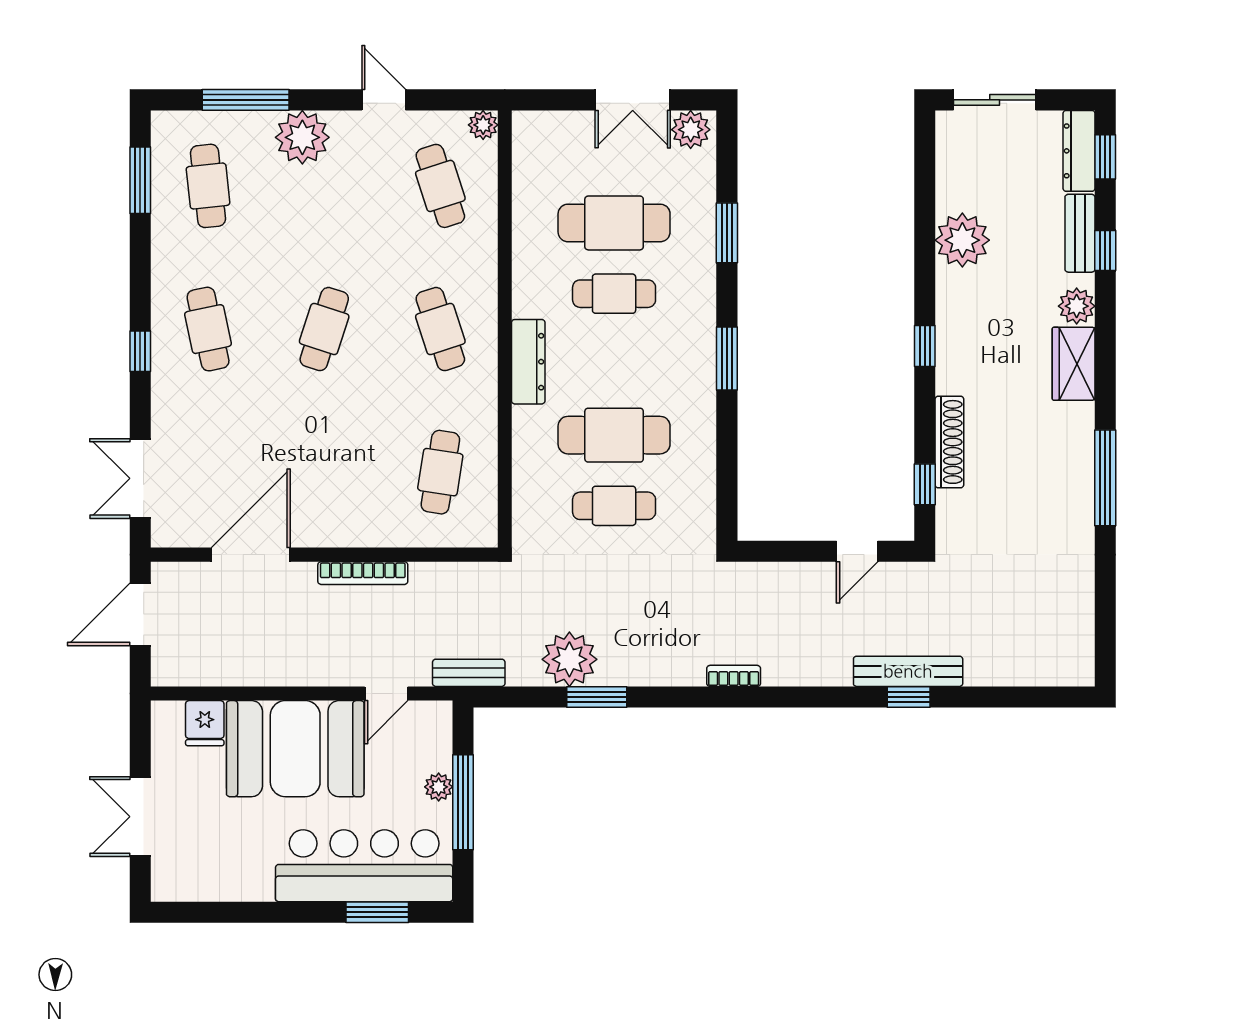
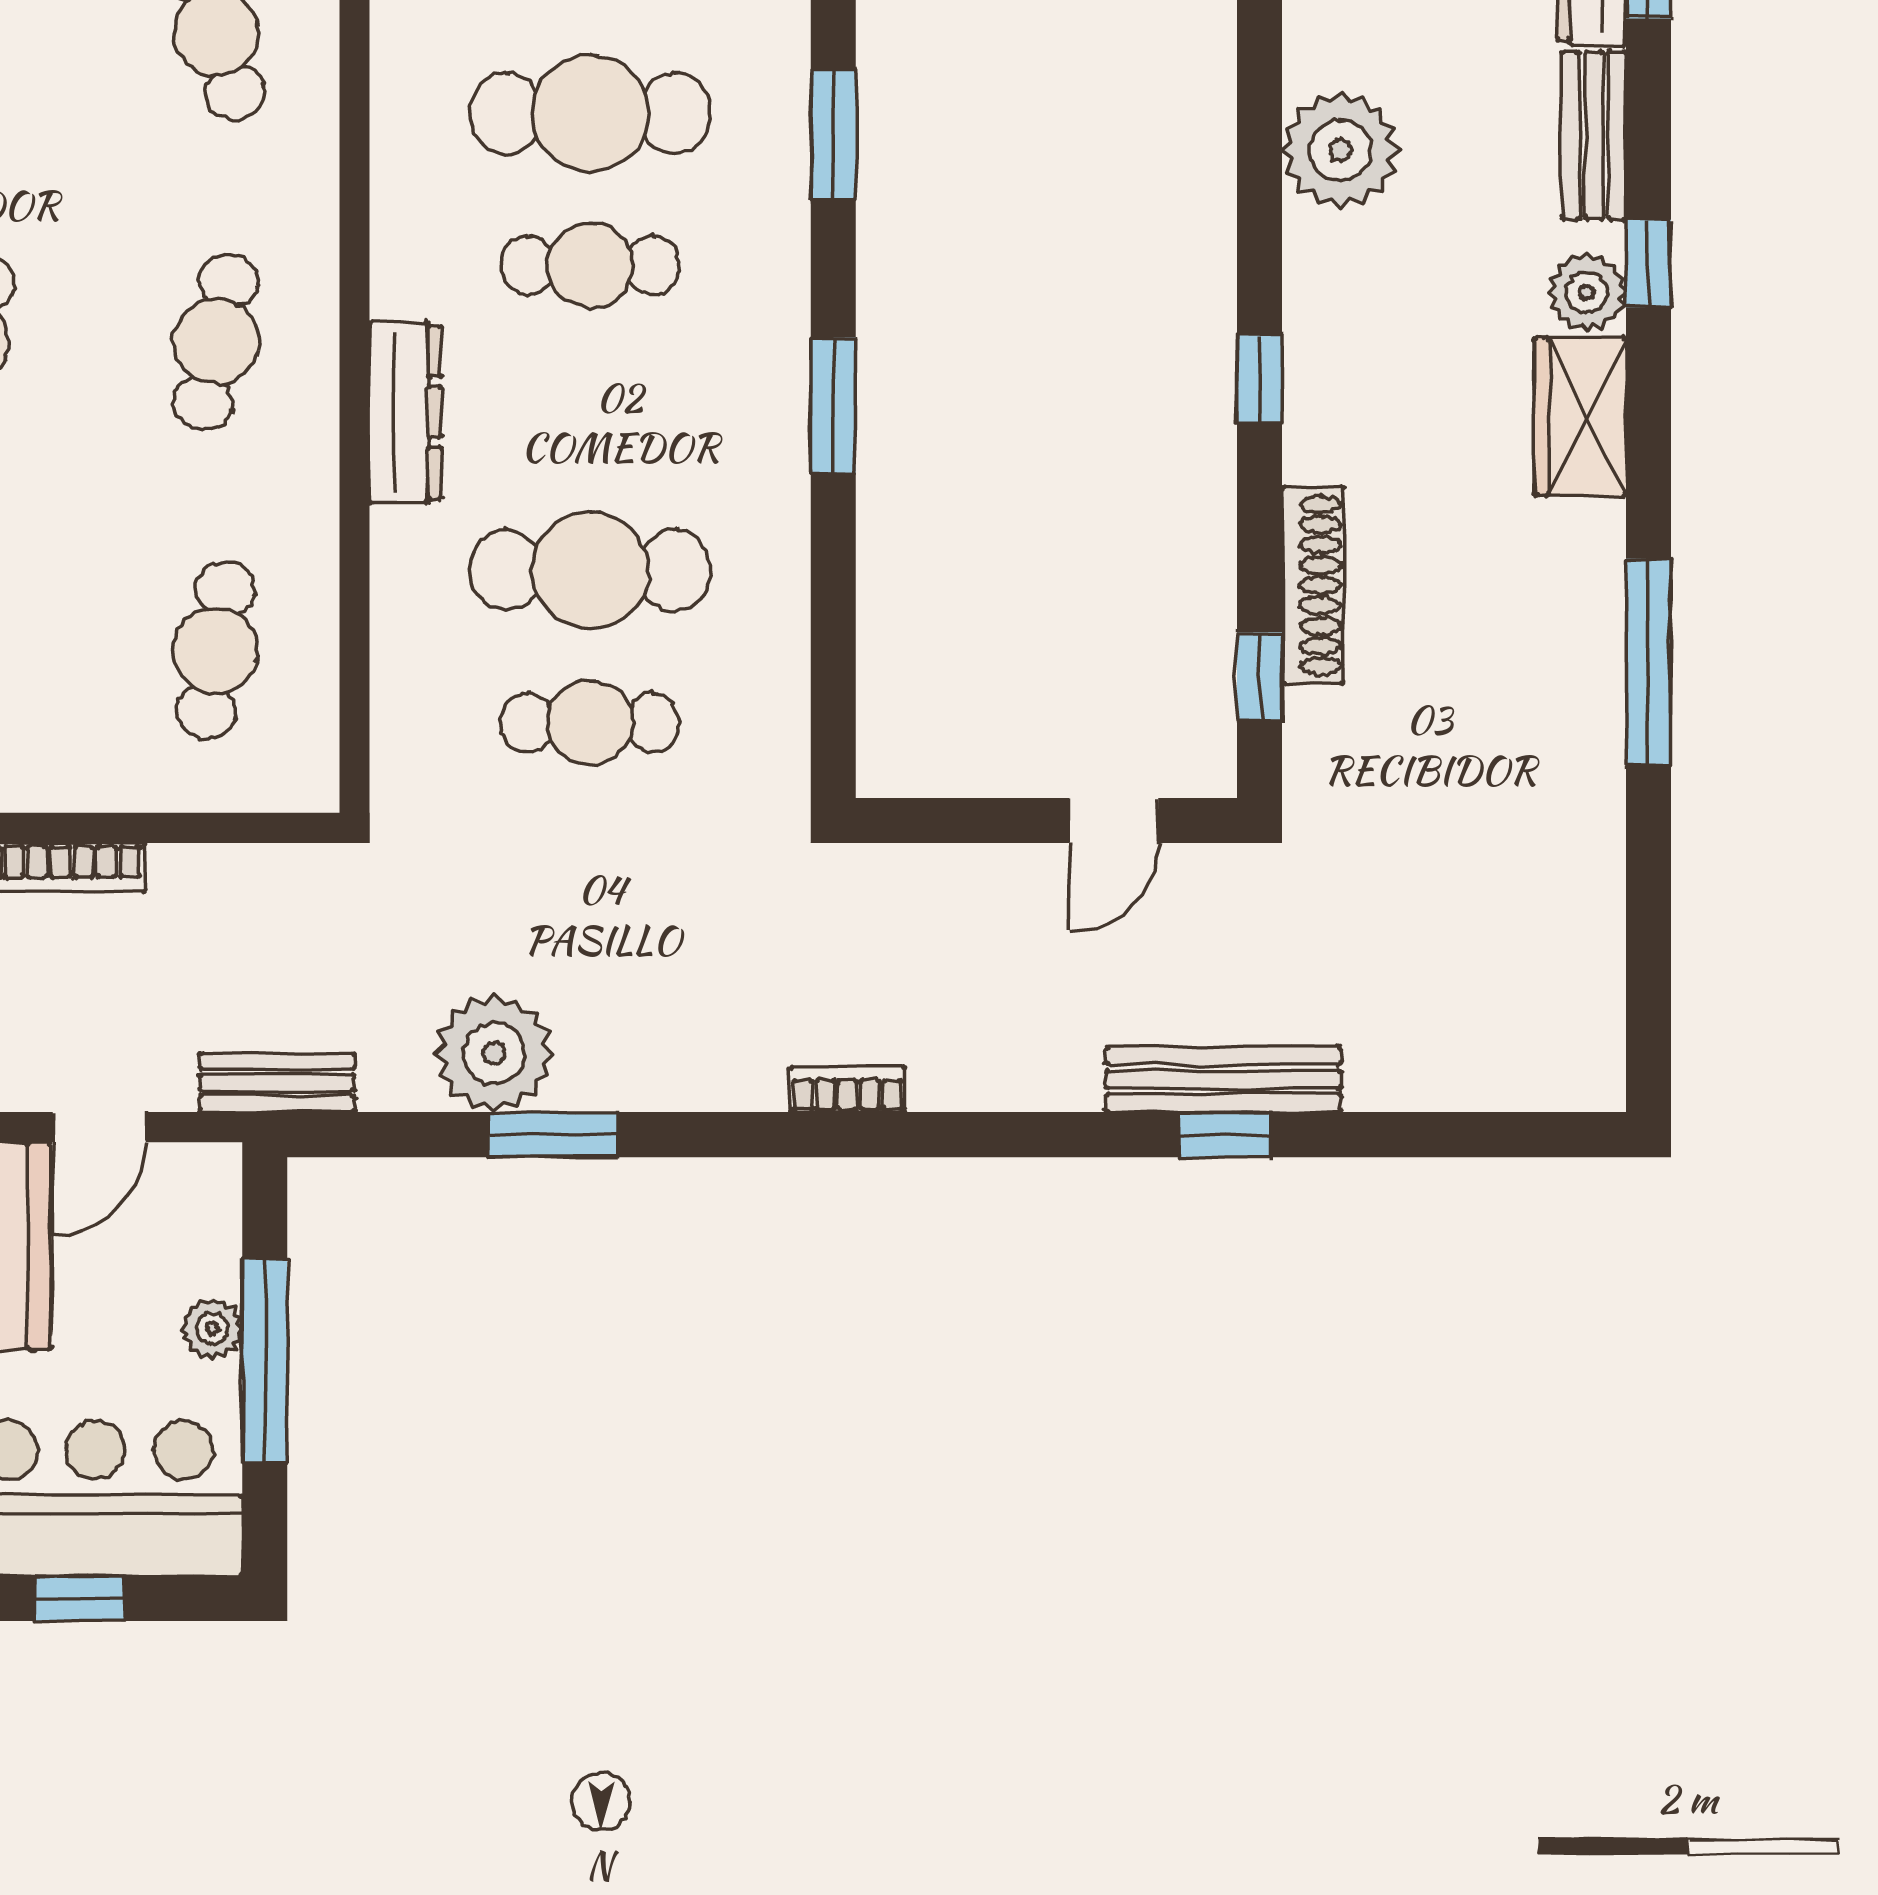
window: (1105, 251) -> (1648, 264), moved
cafe table: (440, 329) -> (216, 342), turned 30
window: (377, 912) -> (80, 1598), width x0.67

